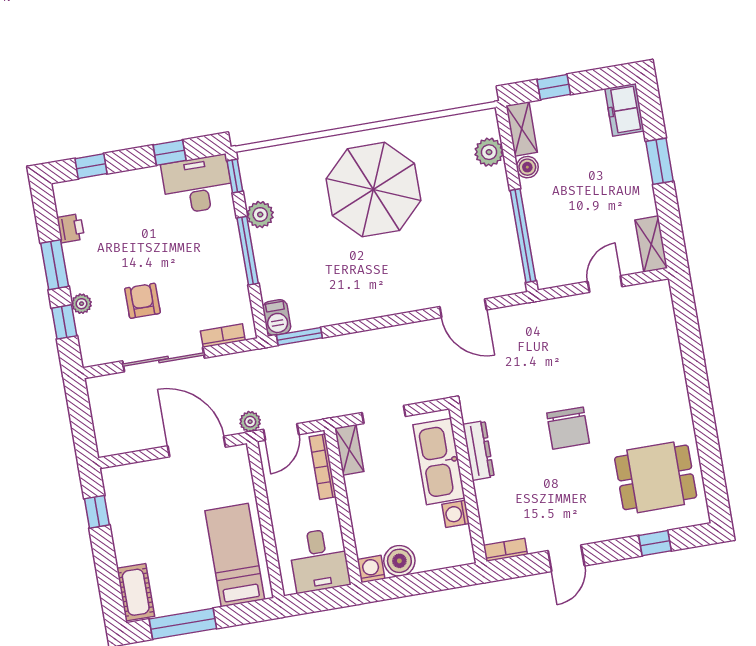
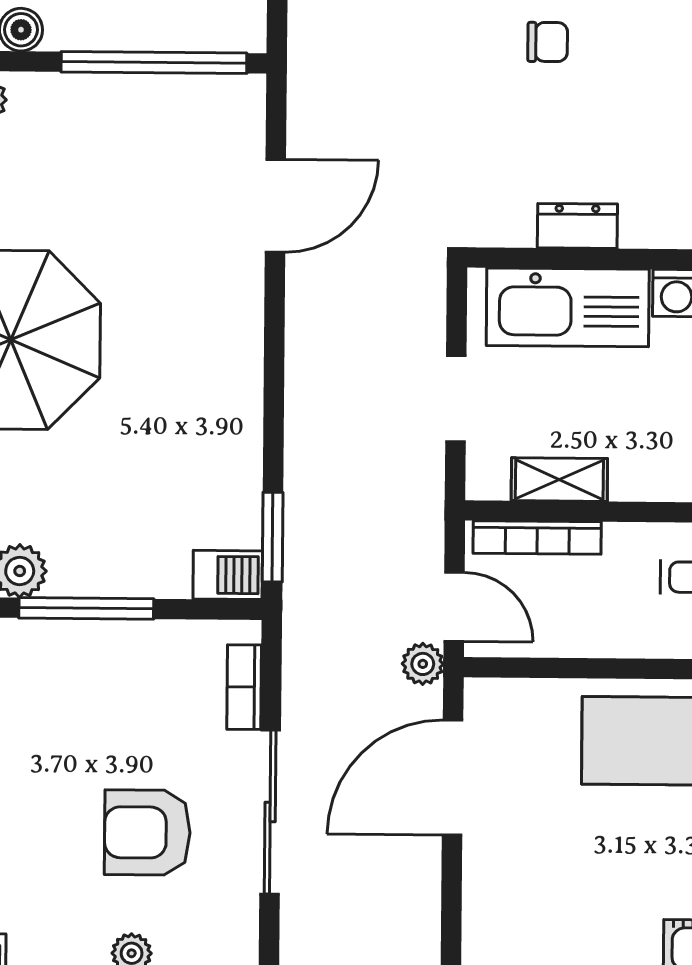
armchair: (143, 301) -> (147, 832), width x1.38, depth x1.38
chair: (568, 428) -> (548, 42), width x0.54, depth x0.54
shelving: (349, 450) -> (559, 480), moved
dresser: (478, 450) -> (577, 226), width x0.70

